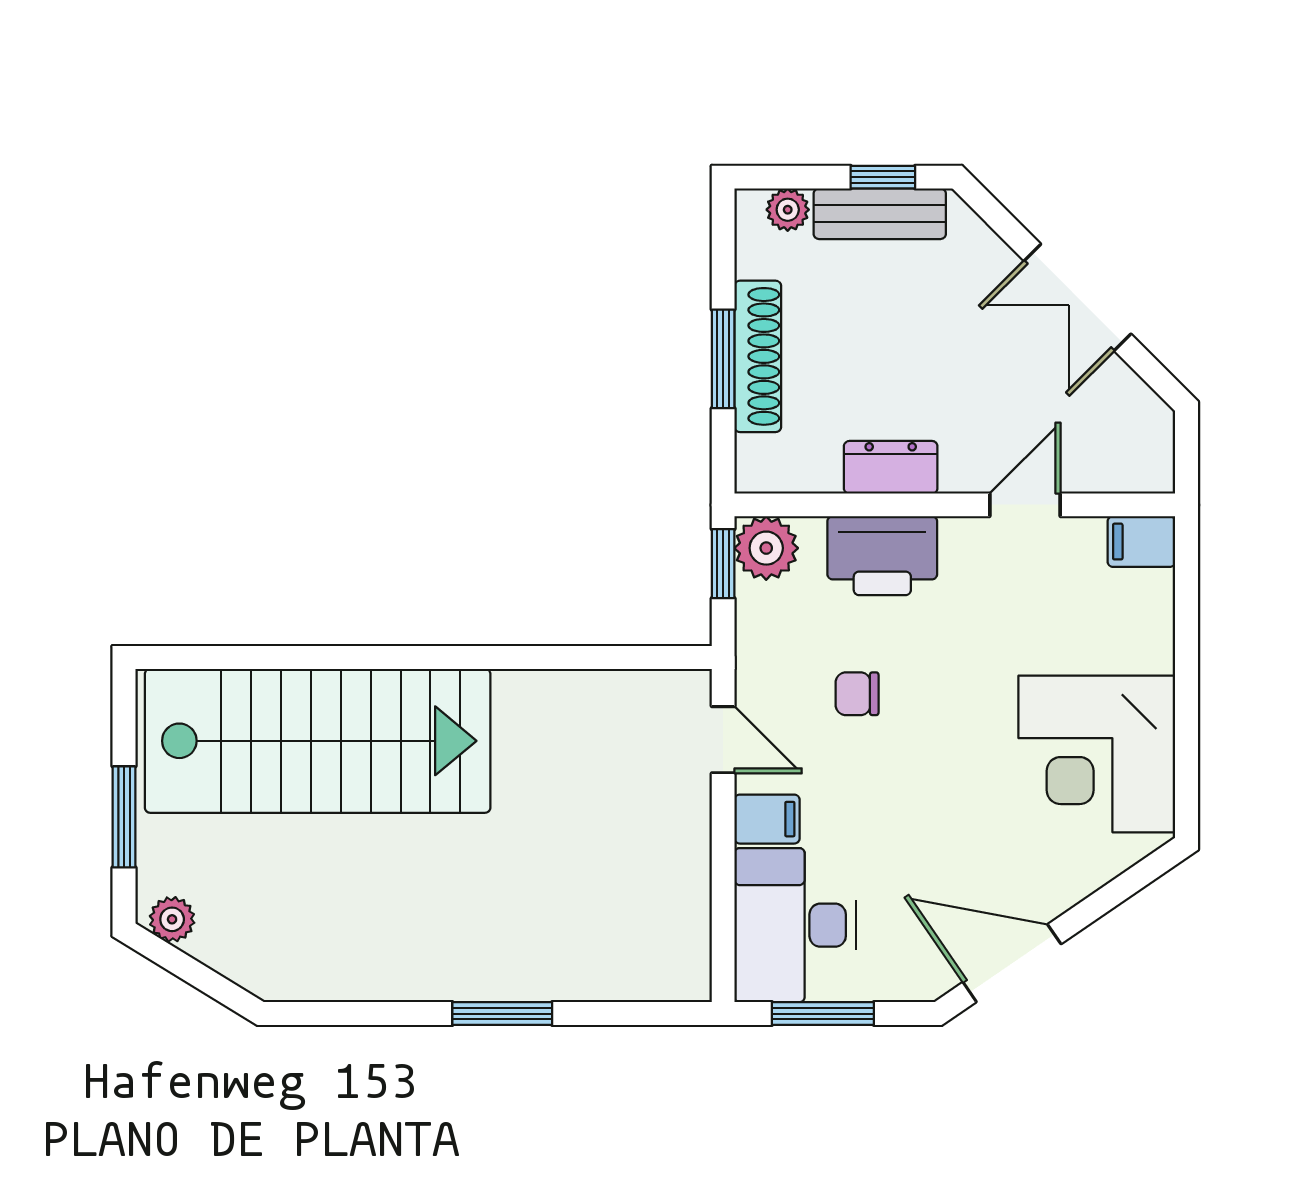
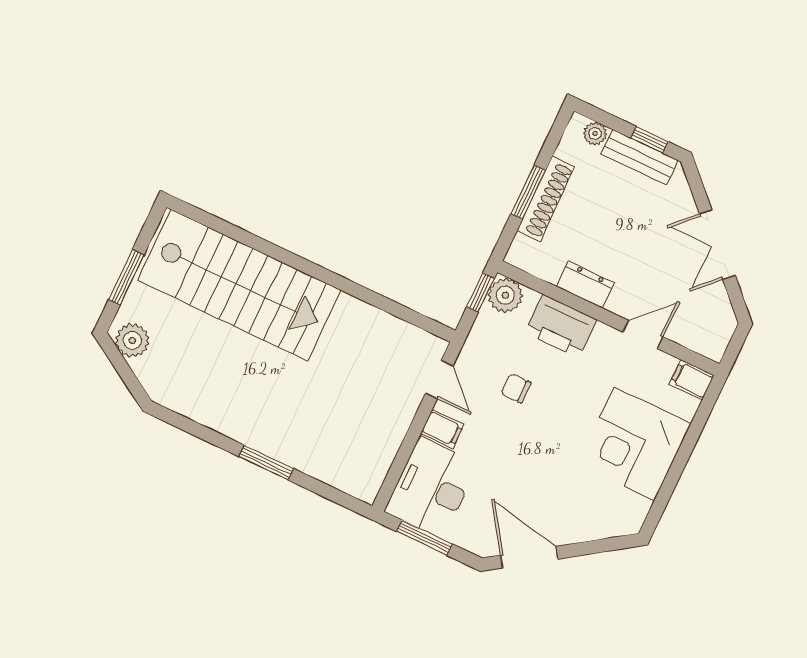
corner desk: (1097, 754) -> (634, 444), moved
plant: (172, 919) -> (132, 340), width x1.38, depth x1.38

